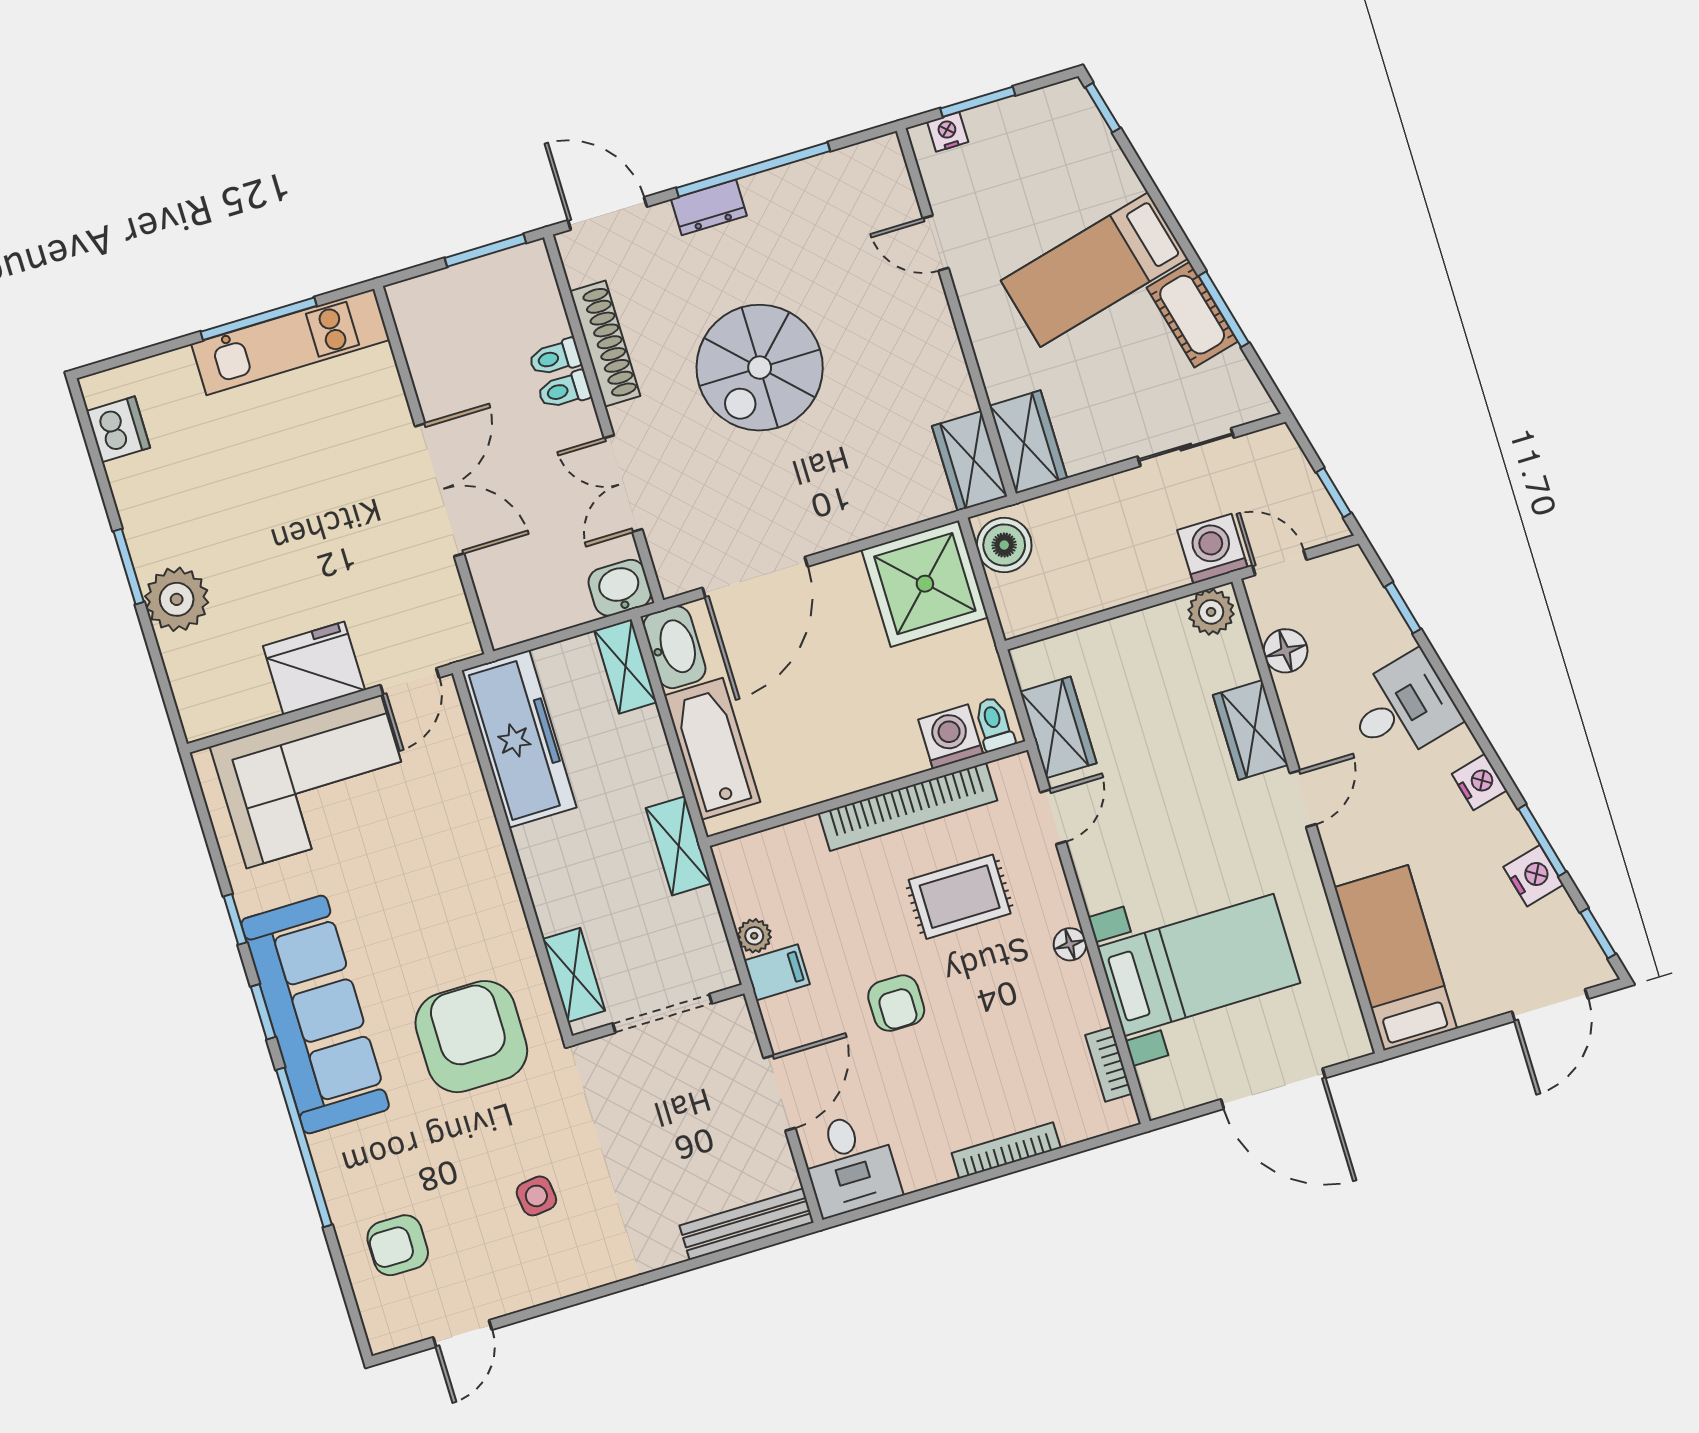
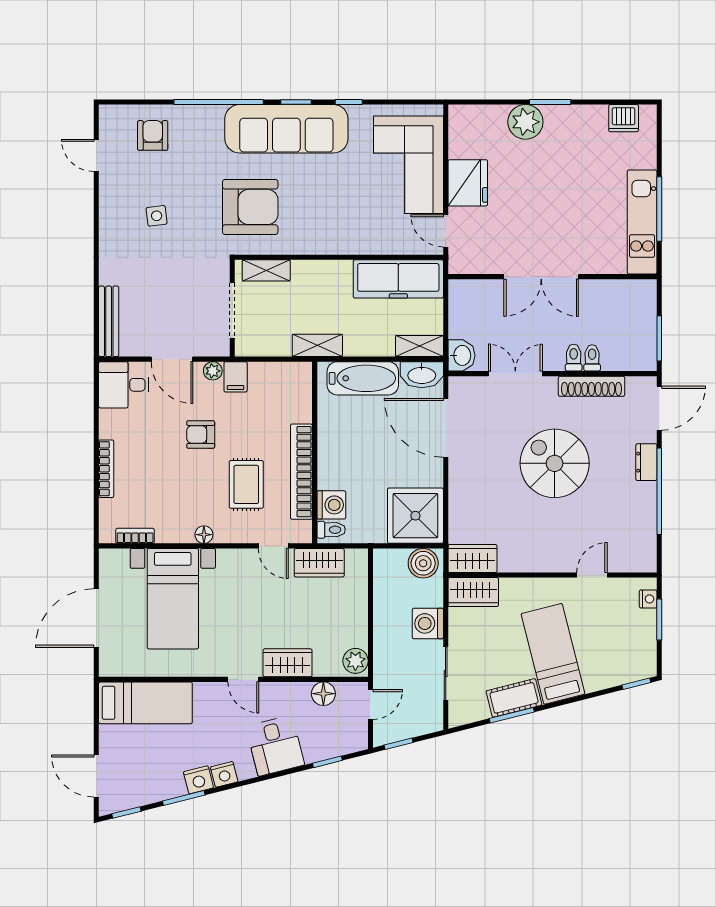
washing machine: (1212, 549) -> (428, 623), moved, turned 180
nightstand: (1533, 876) -> (198, 780), moved
plant: (754, 936) -> (213, 371), moved

